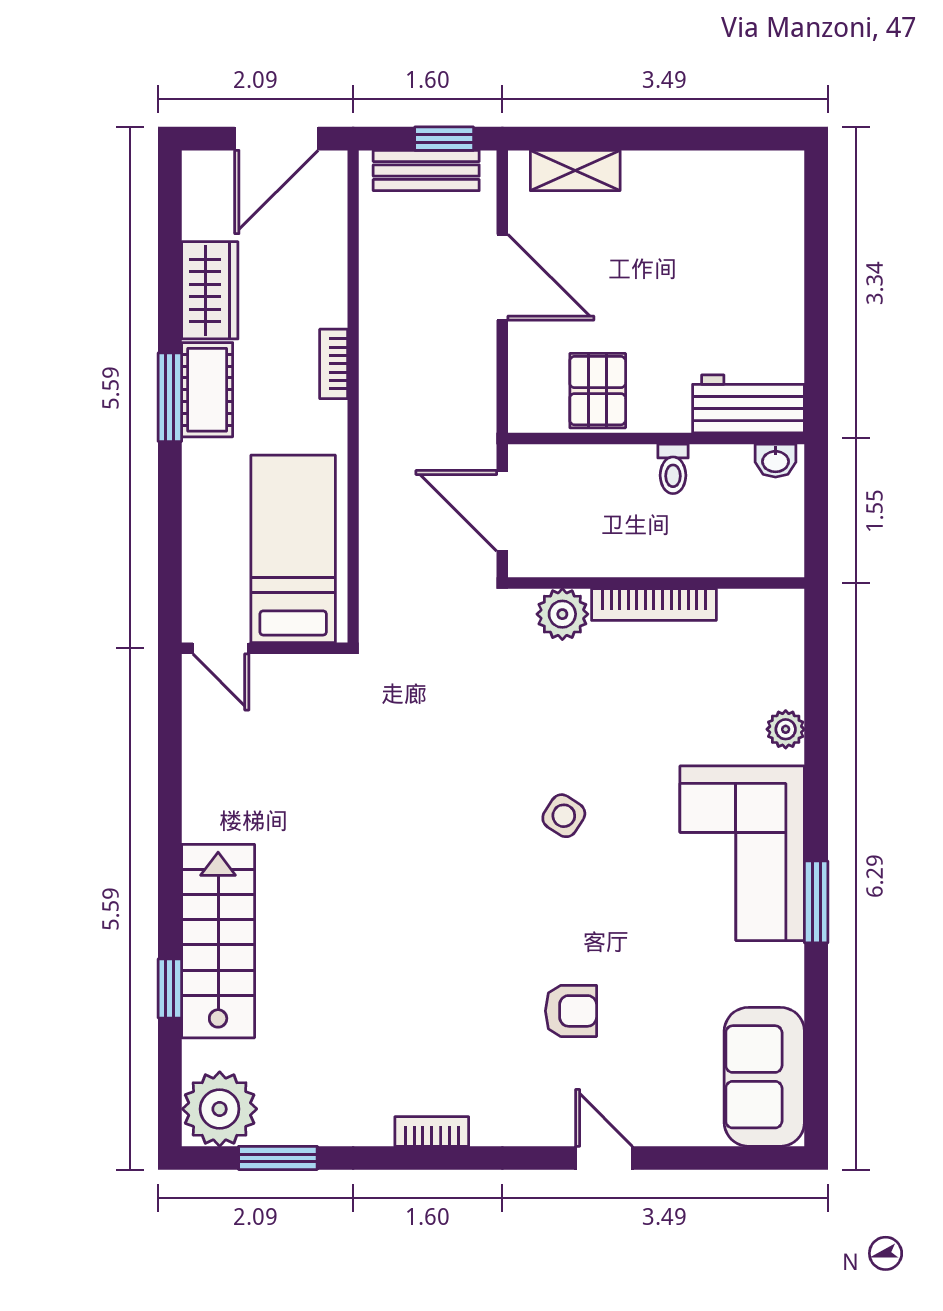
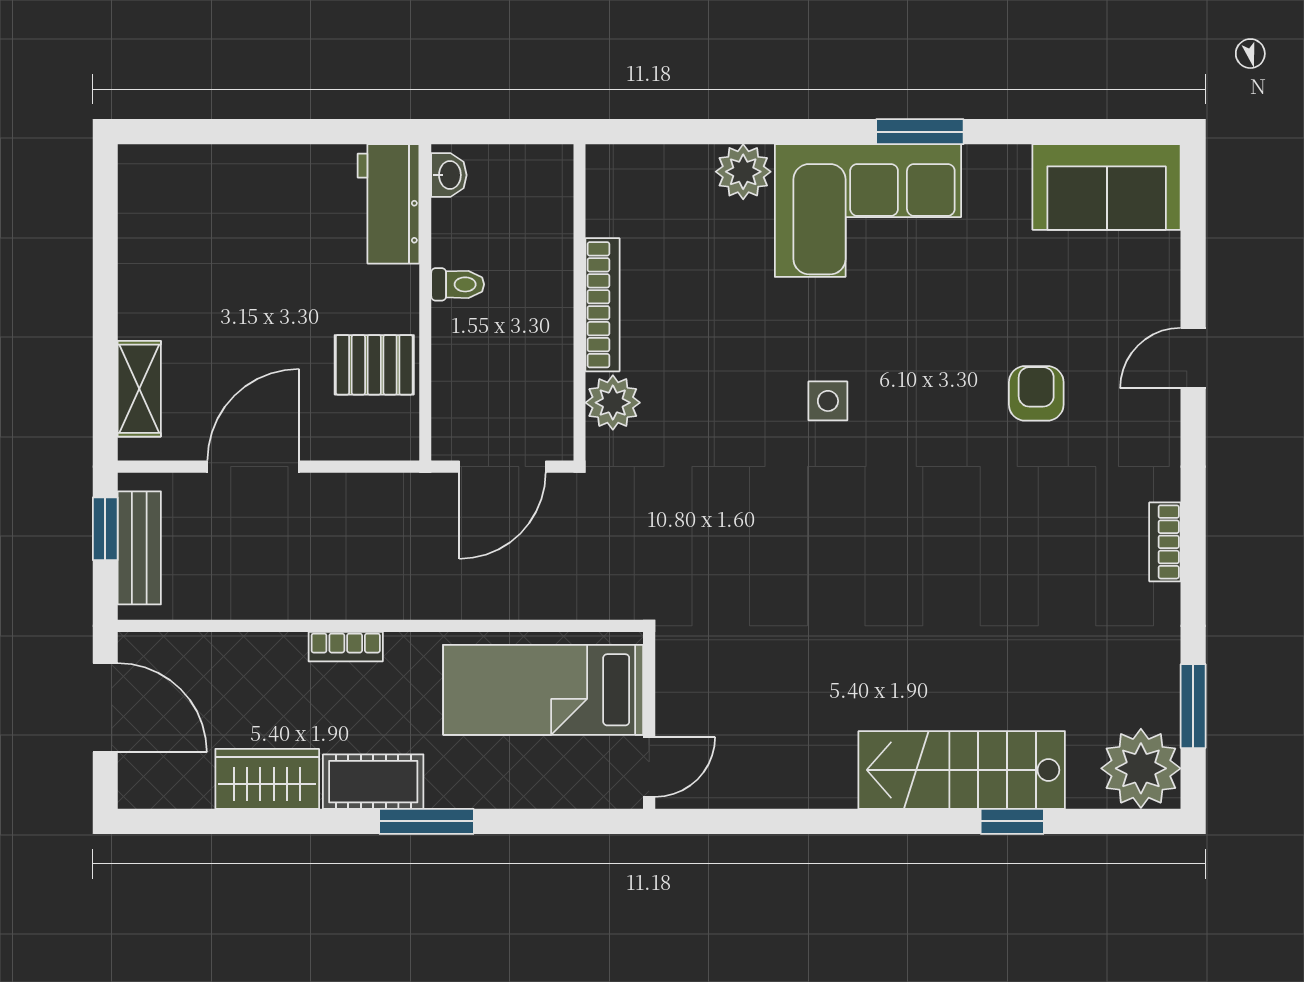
window: (170, 397) -> (427, 821), moved
plant: (786, 729) -> (743, 172), width x1.38, depth x1.38
side table: (564, 816) -> (828, 401), turned -33

